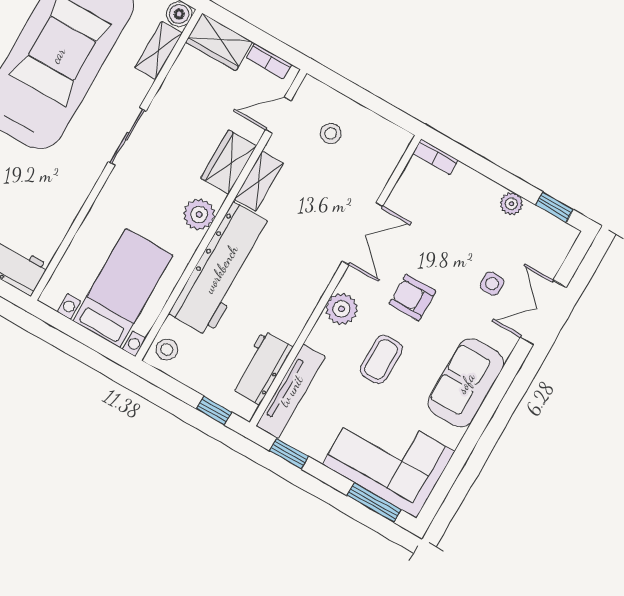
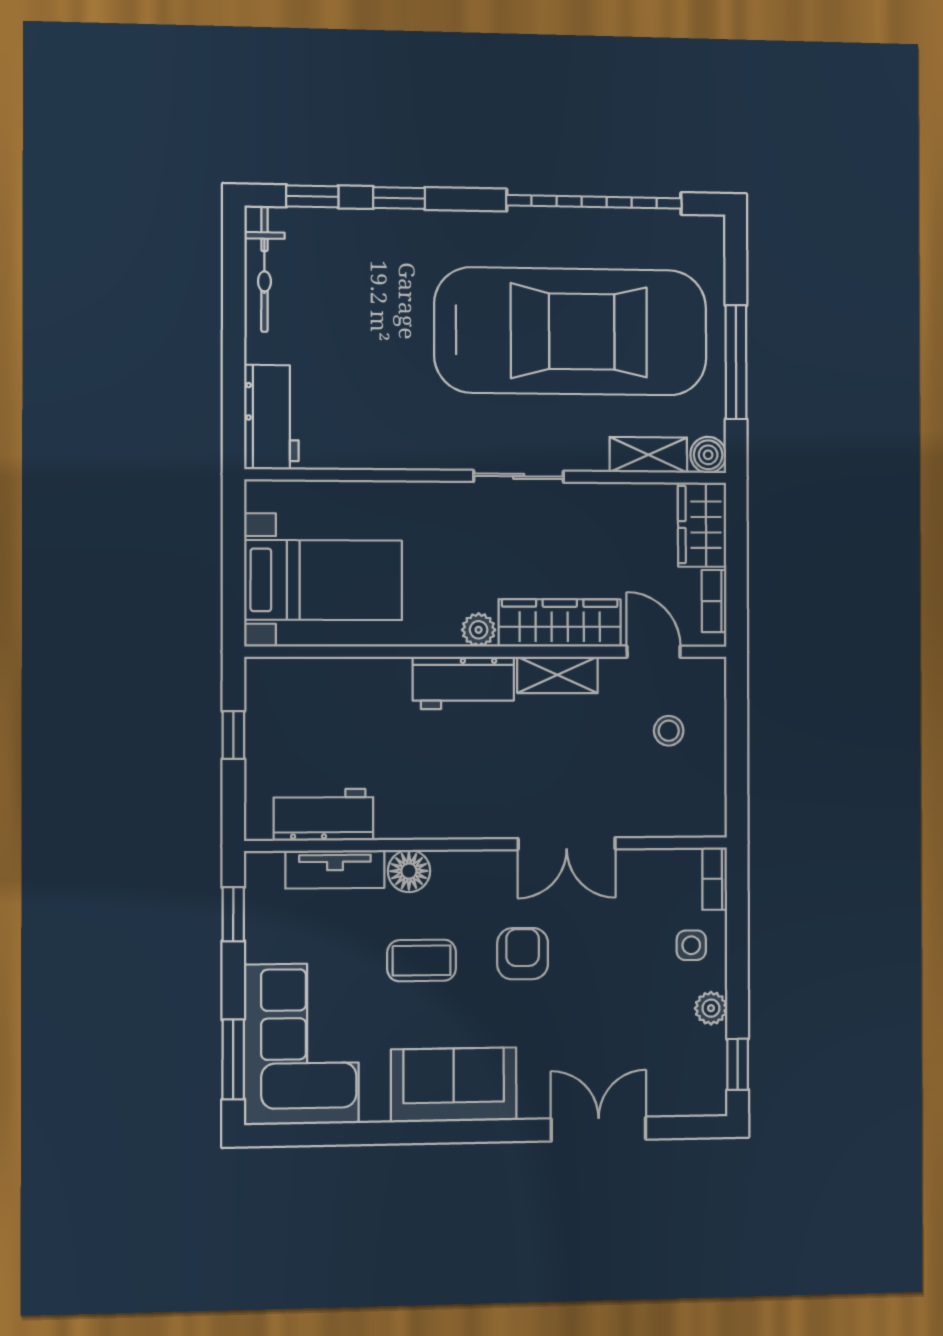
wardrobe: (229, 162) -> (560, 623), width x1.50
plant: (199, 215) -> (479, 630), width x0.73, depth x0.73
workbench: (221, 269) -> (463, 683), width x0.53, depth x0.76
side table: (492, 284) -> (691, 945), moved
plant: (342, 309) -> (457, 873), removed
floor lamp: (324, 336) -> (409, 871), added
stool: (167, 350) -> (277, 681), removed
tv unit: (291, 391) -> (335, 869), width x0.71
window: (214, 410) -> (233, 735), moved

